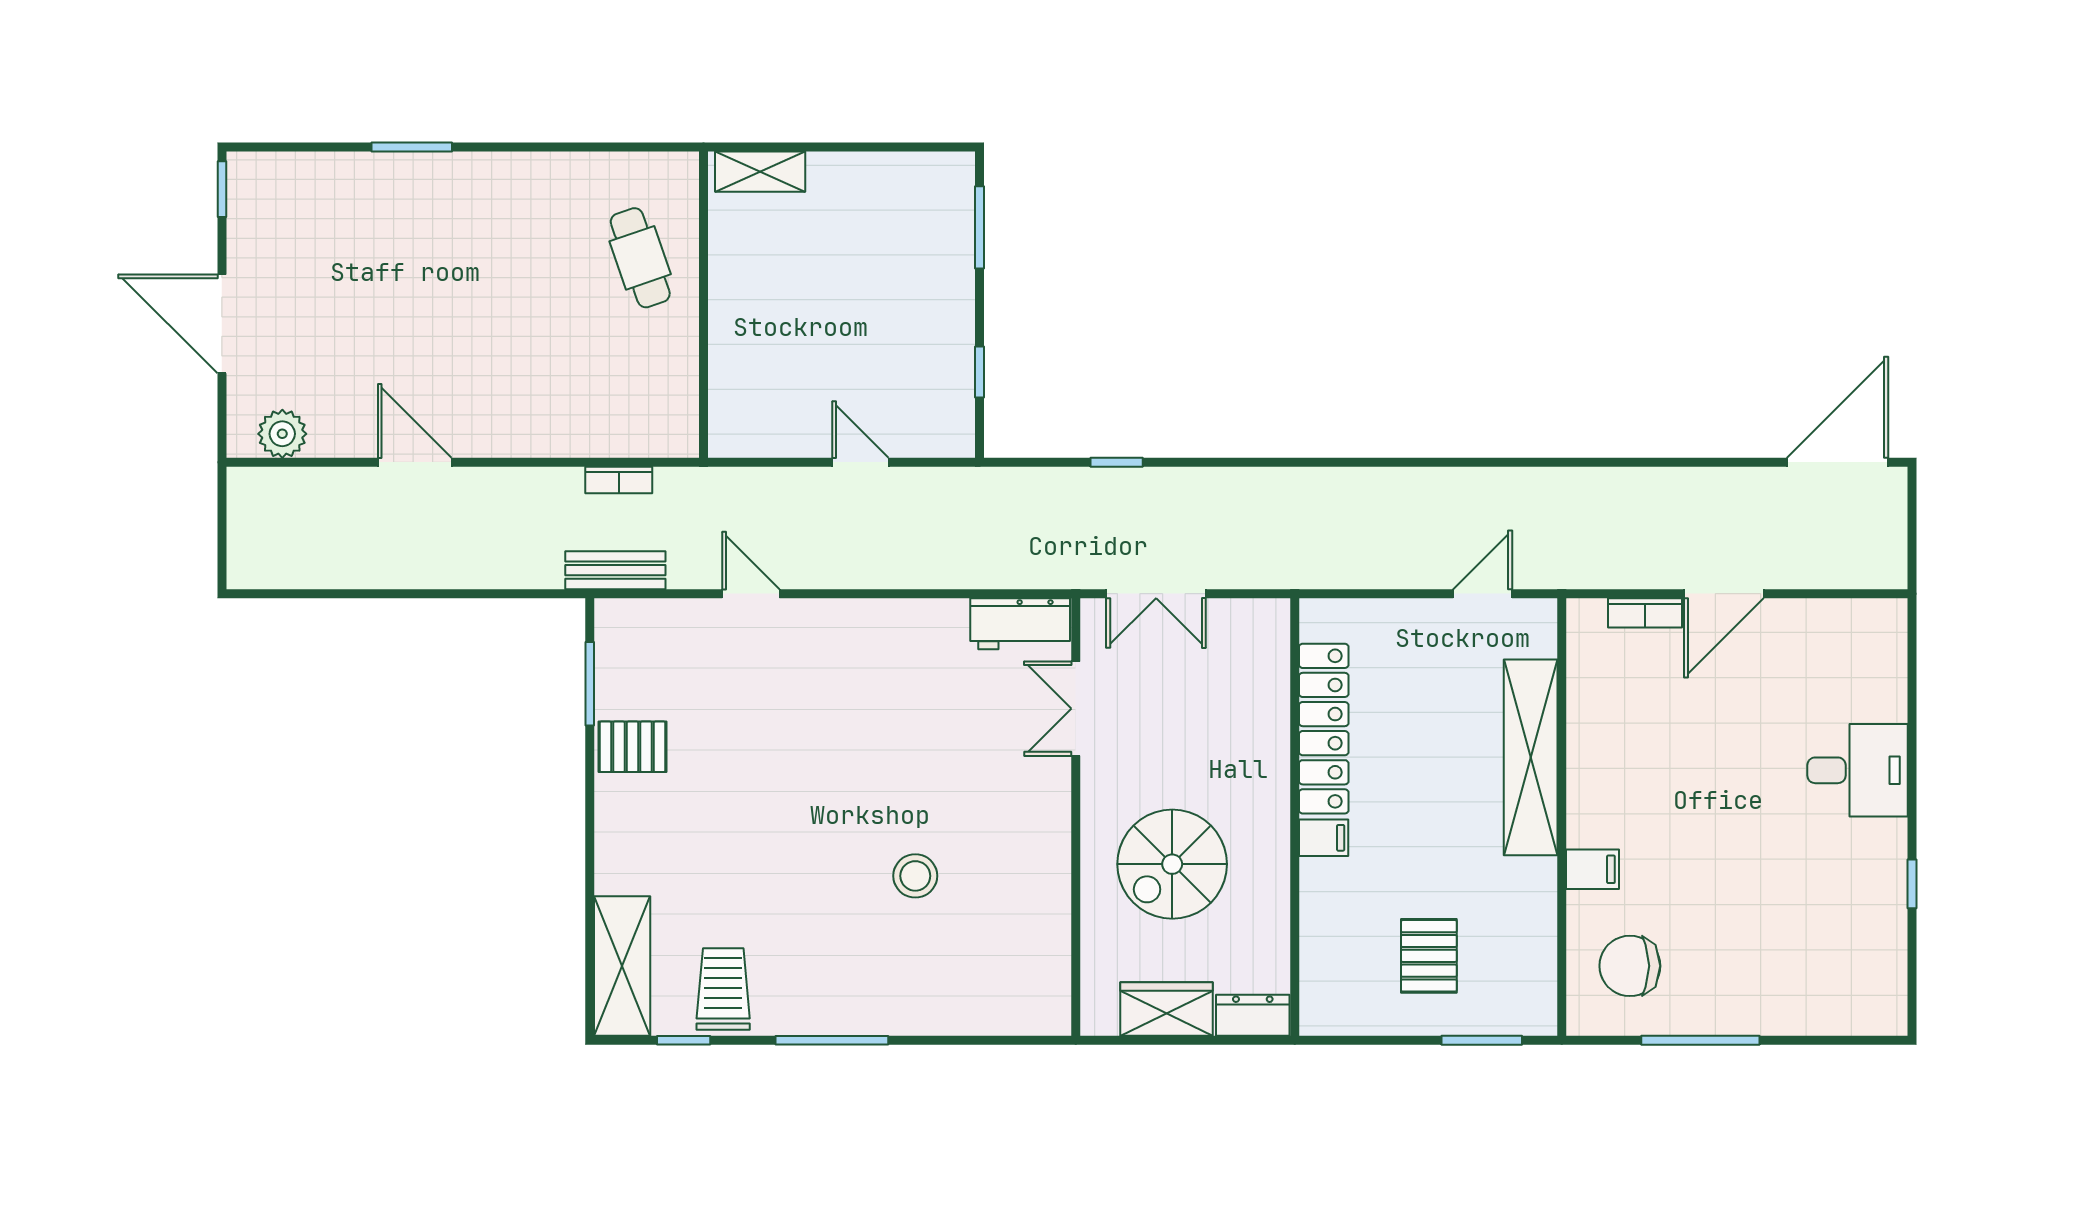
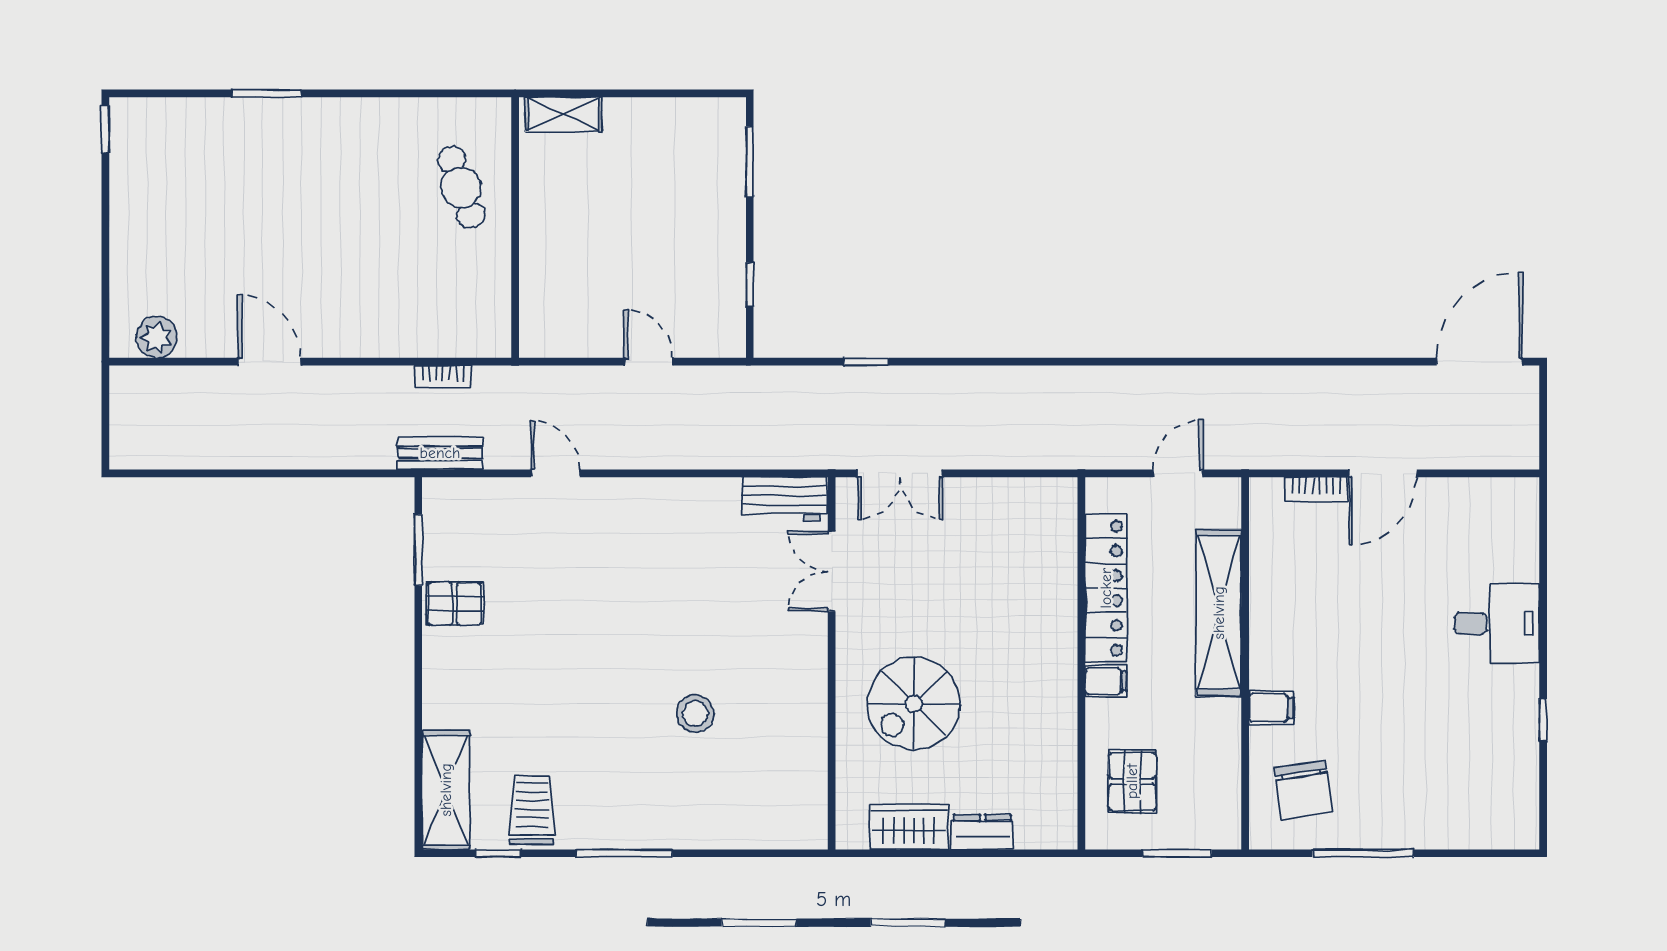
door: (222, 324) -> (105, 244), removed
locker: (1324, 729) -> (1106, 588), moved
wall: (1295, 817) -> (1081, 663), moved
filing cabinet: (1324, 838) -> (1106, 681), moved
chair: (1630, 966) -> (1303, 790), turned -98

